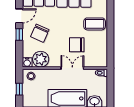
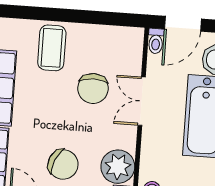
door: (110, 85) -> (183, 24), added

